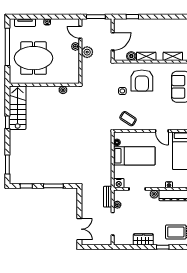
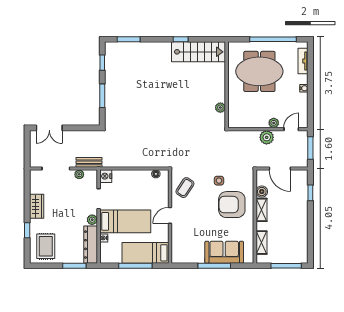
meeting table: (33, 58) -> (259, 71), turned 90
door: (162, 131) -> (170, 215), moved
bed: (134, 156) -> (125, 221), moved, turned -90

